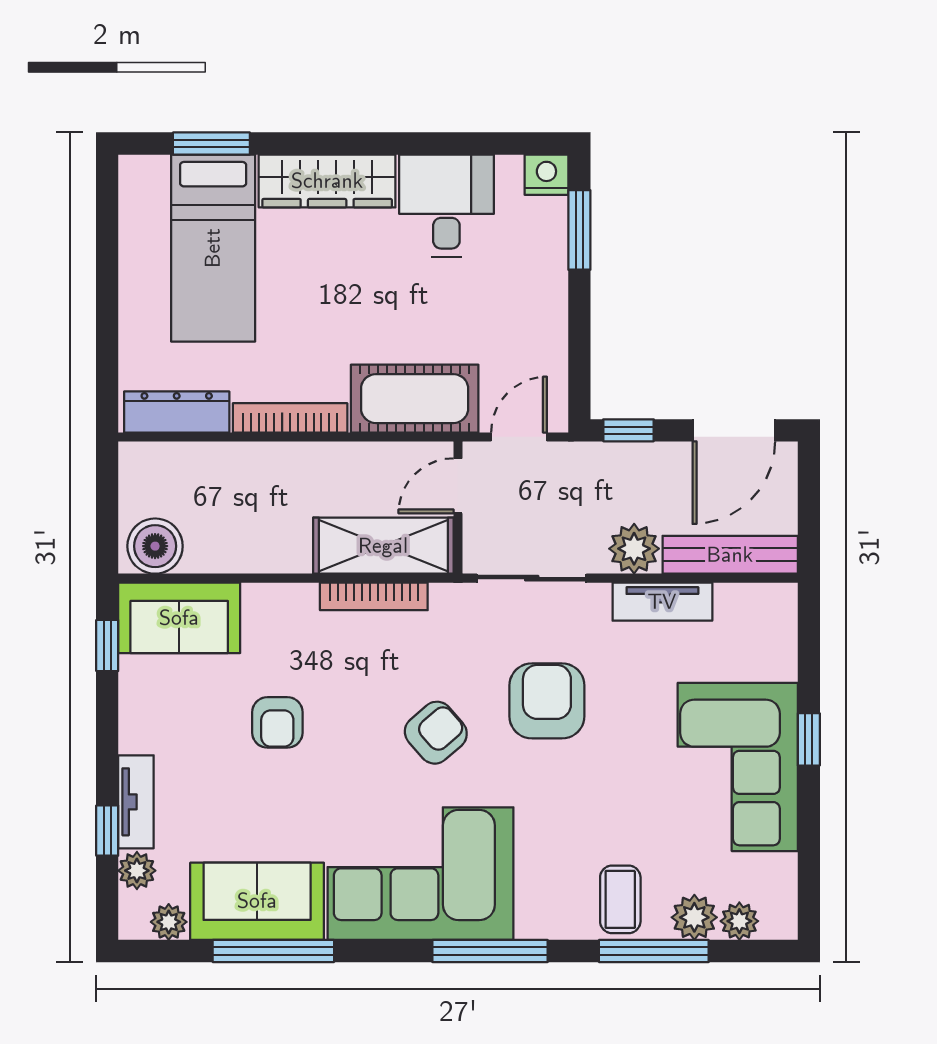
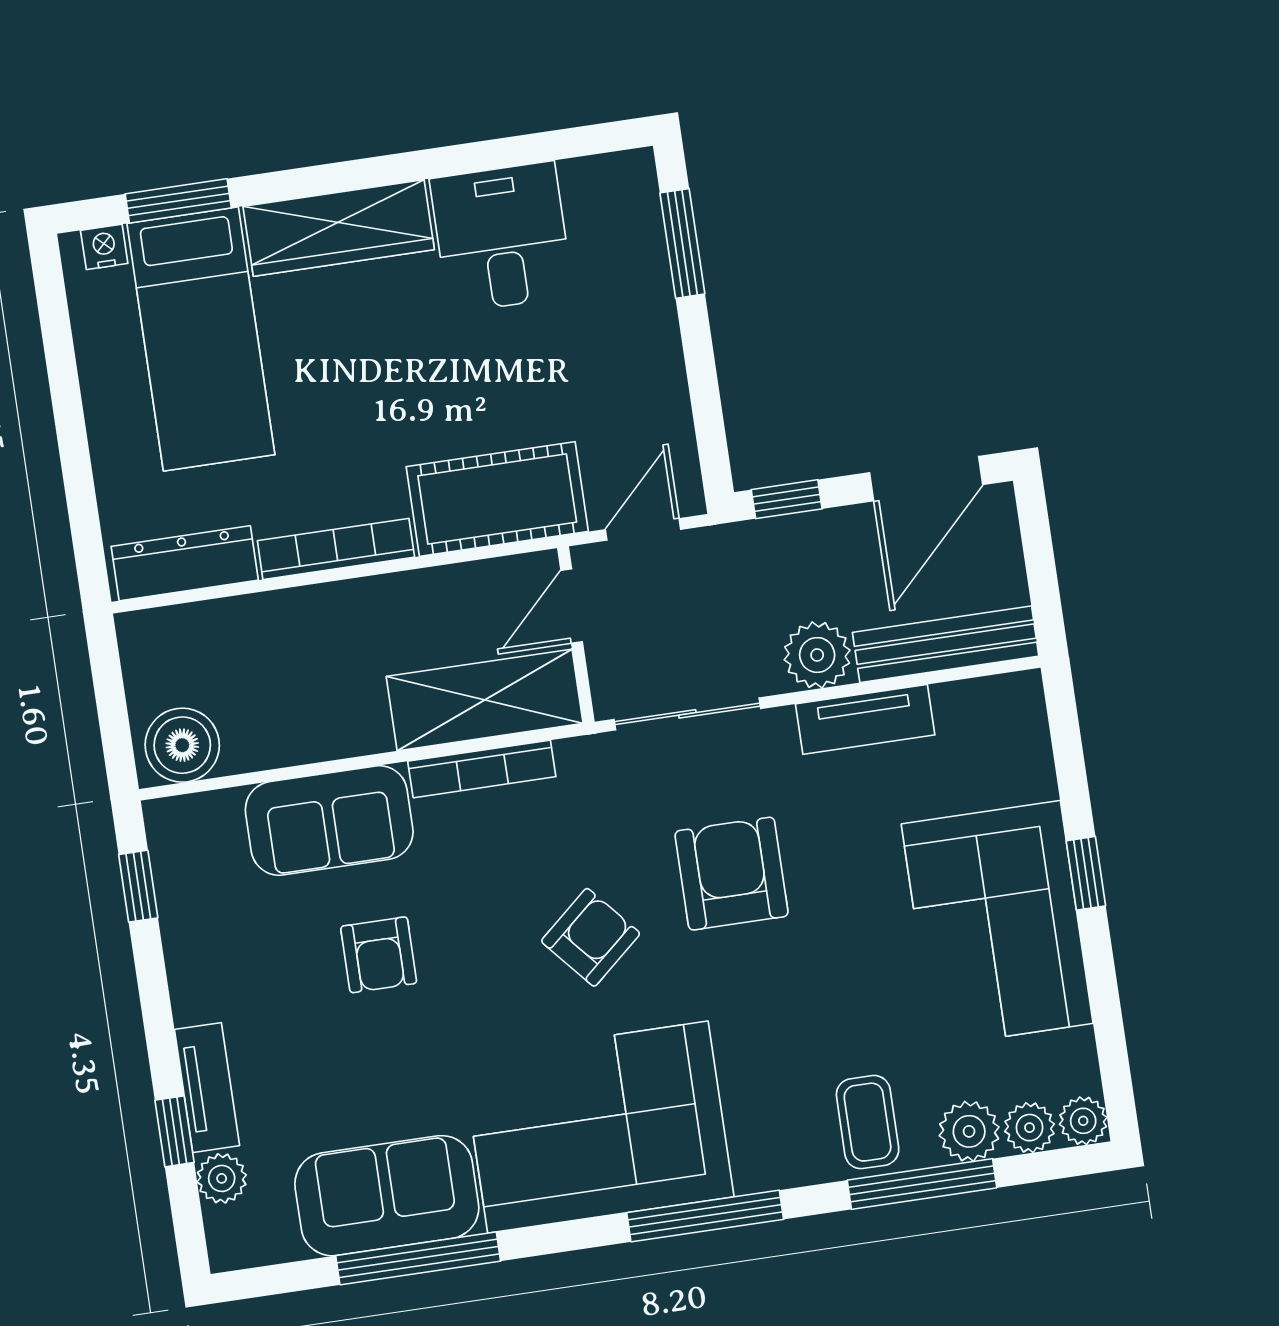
nightstand: (546, 175) -> (104, 247), moved, width x0.72, depth x0.74
sofa: (179, 618) -> (329, 821), moved
plant: (169, 922) -> (1083, 1121), moved

